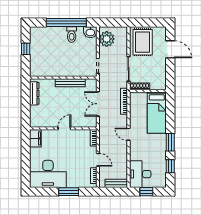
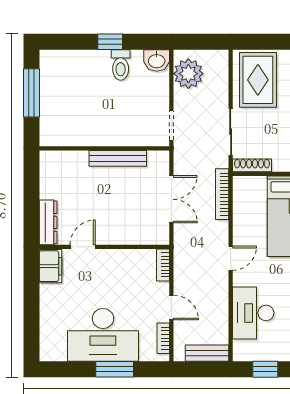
window: (66, 23) -> (110, 42), width x0.32
window: (26, 49) -> (31, 93), width x2.17
dresser: (34, 93) -> (48, 222), moved
double door: (98, 104) -> (171, 199), swing flipped
door: (64, 128) -> (83, 247), moved
door: (128, 134) -> (231, 258), swing flipped
desk: (48, 174) -> (103, 335), moved
desk: (140, 174) -> (253, 313), moved

